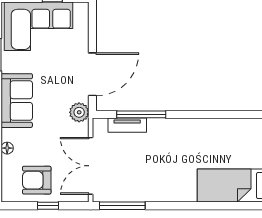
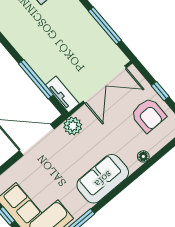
tv unit: (127, 125) -> (62, 94), moved
window: (122, 206) -> (105, 26), moved

